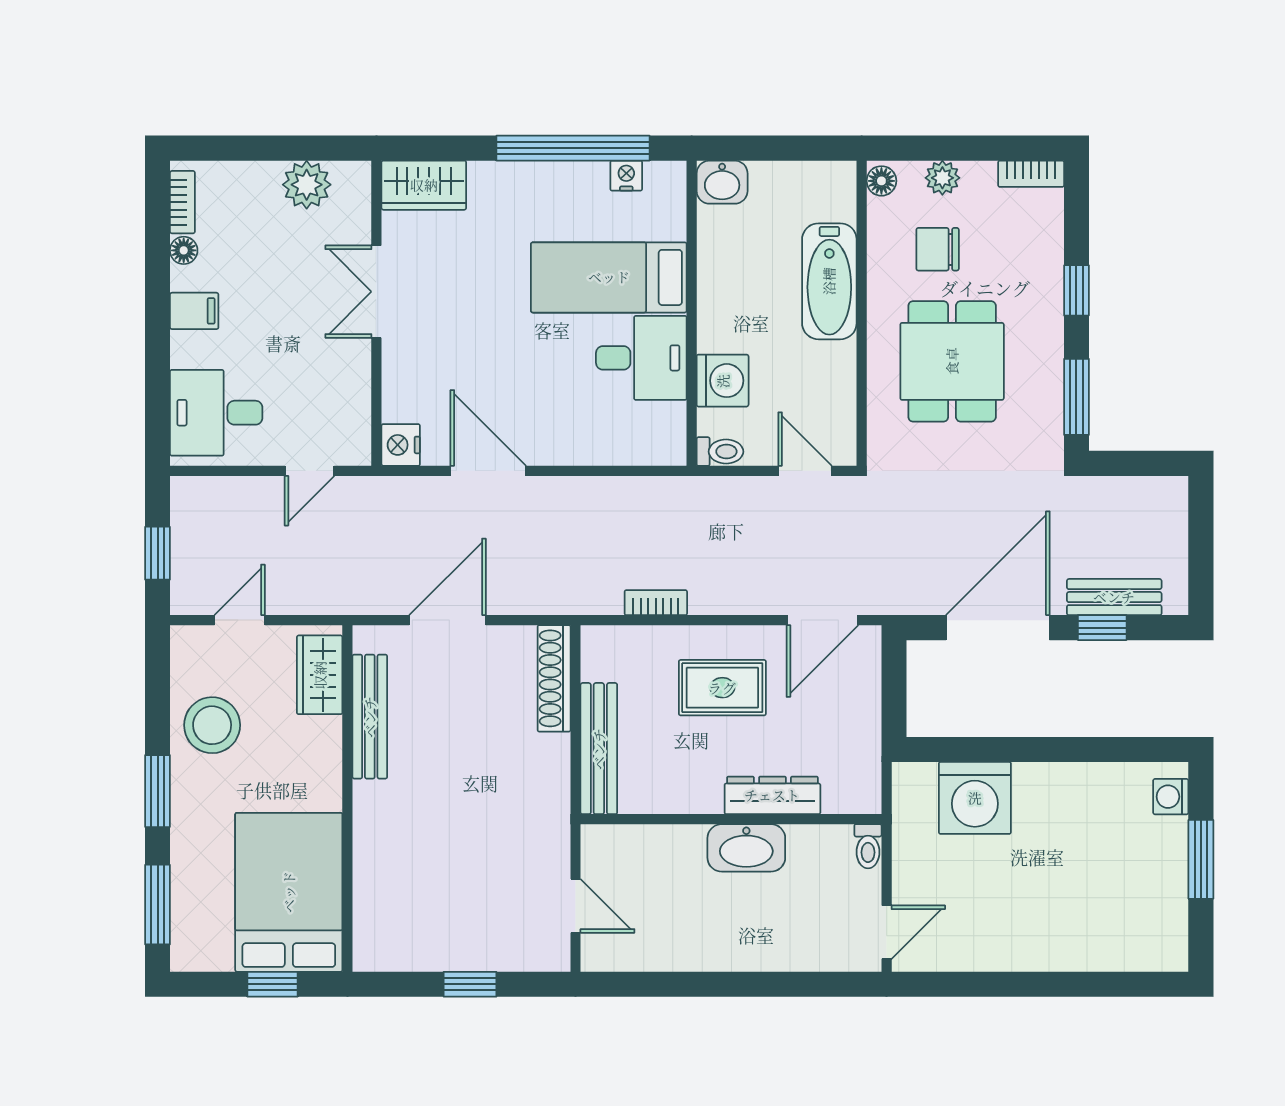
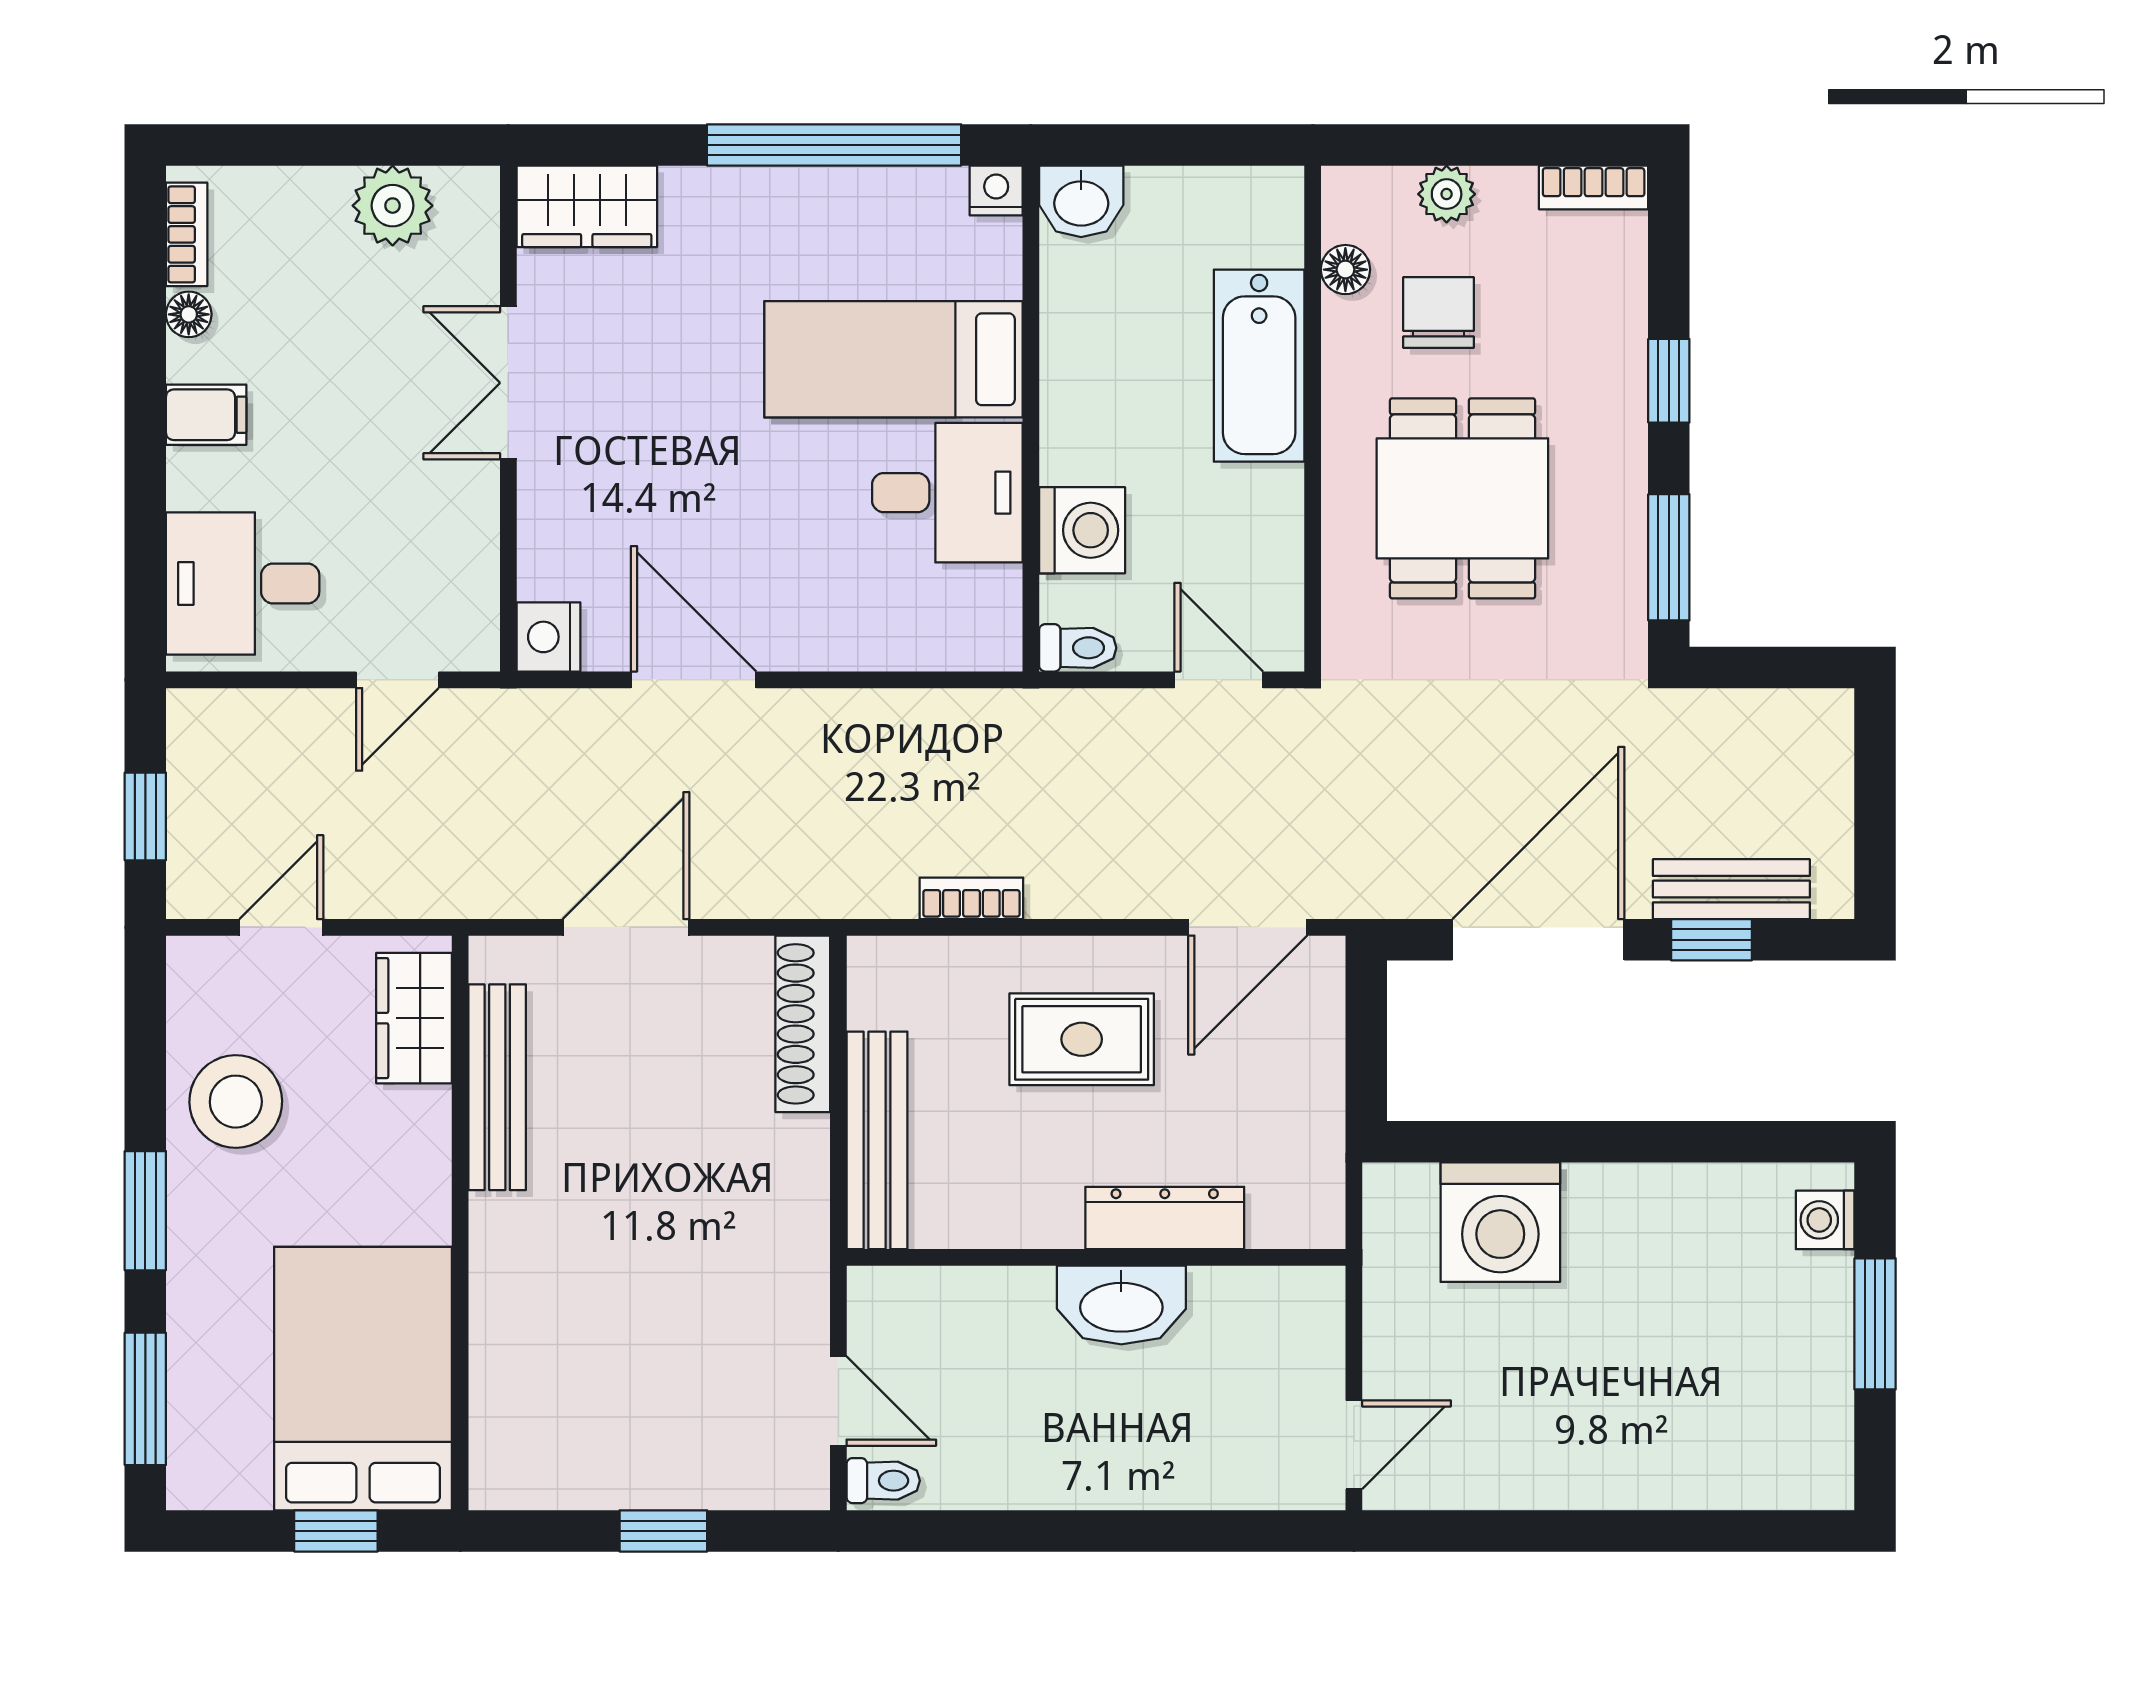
nightstand: (626, 176) -> (996, 190), moved
floor lamp: (881, 181) -> (1345, 270), moved
chair: (938, 249) -> (1438, 313), turned 90
toilet: (868, 846) -> (883, 1481), moved, turned -90

